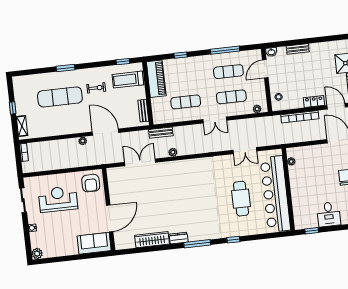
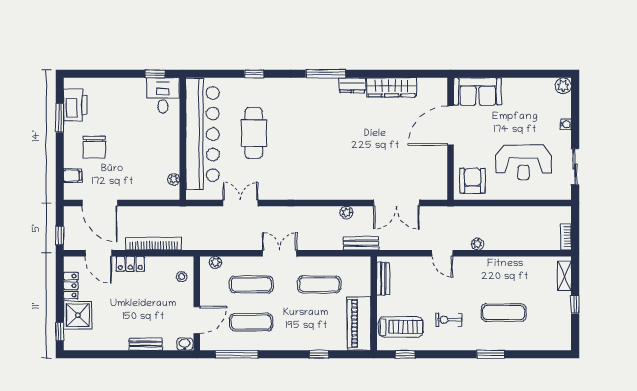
window: (225, 50) -> (237, 354), moved
exercise mat: (60, 97) -> (504, 313), width x0.73, depth x0.69
door: (106, 132) -> (442, 253), width x0.53
desk: (329, 214) -> (163, 95), moved
window: (233, 240) -> (254, 74), moved

